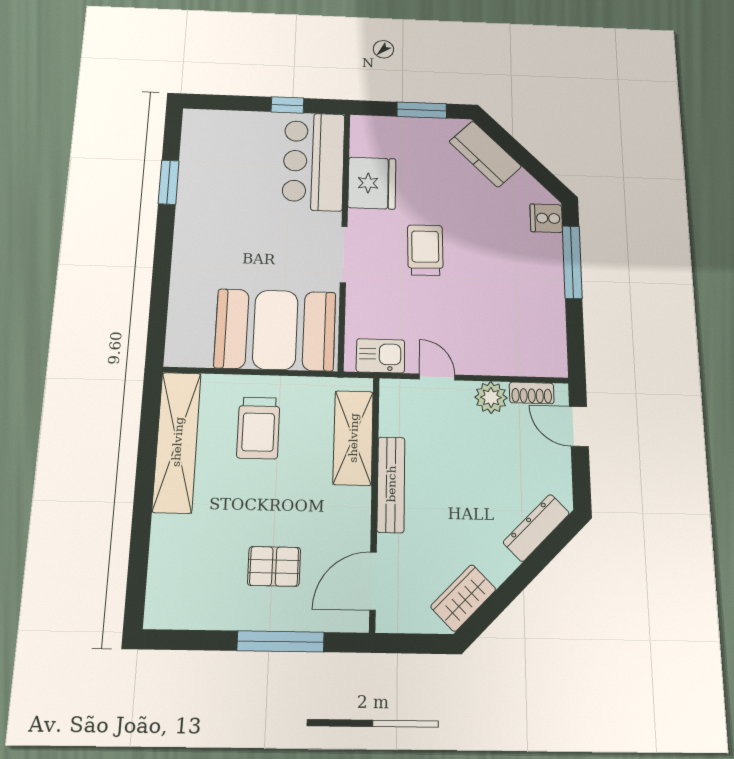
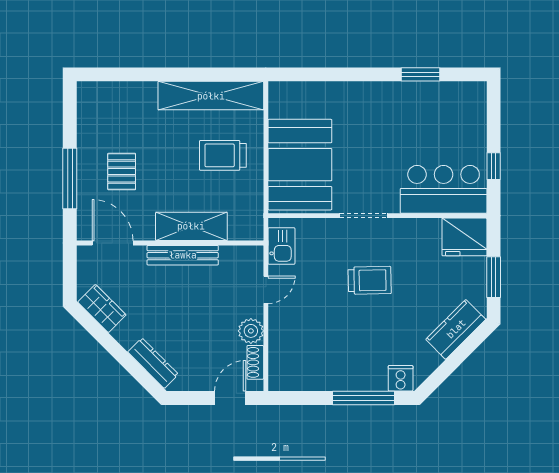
fridge: (372, 183) -> (464, 237), moved
shelving: (353, 438) -> (191, 226), moved

